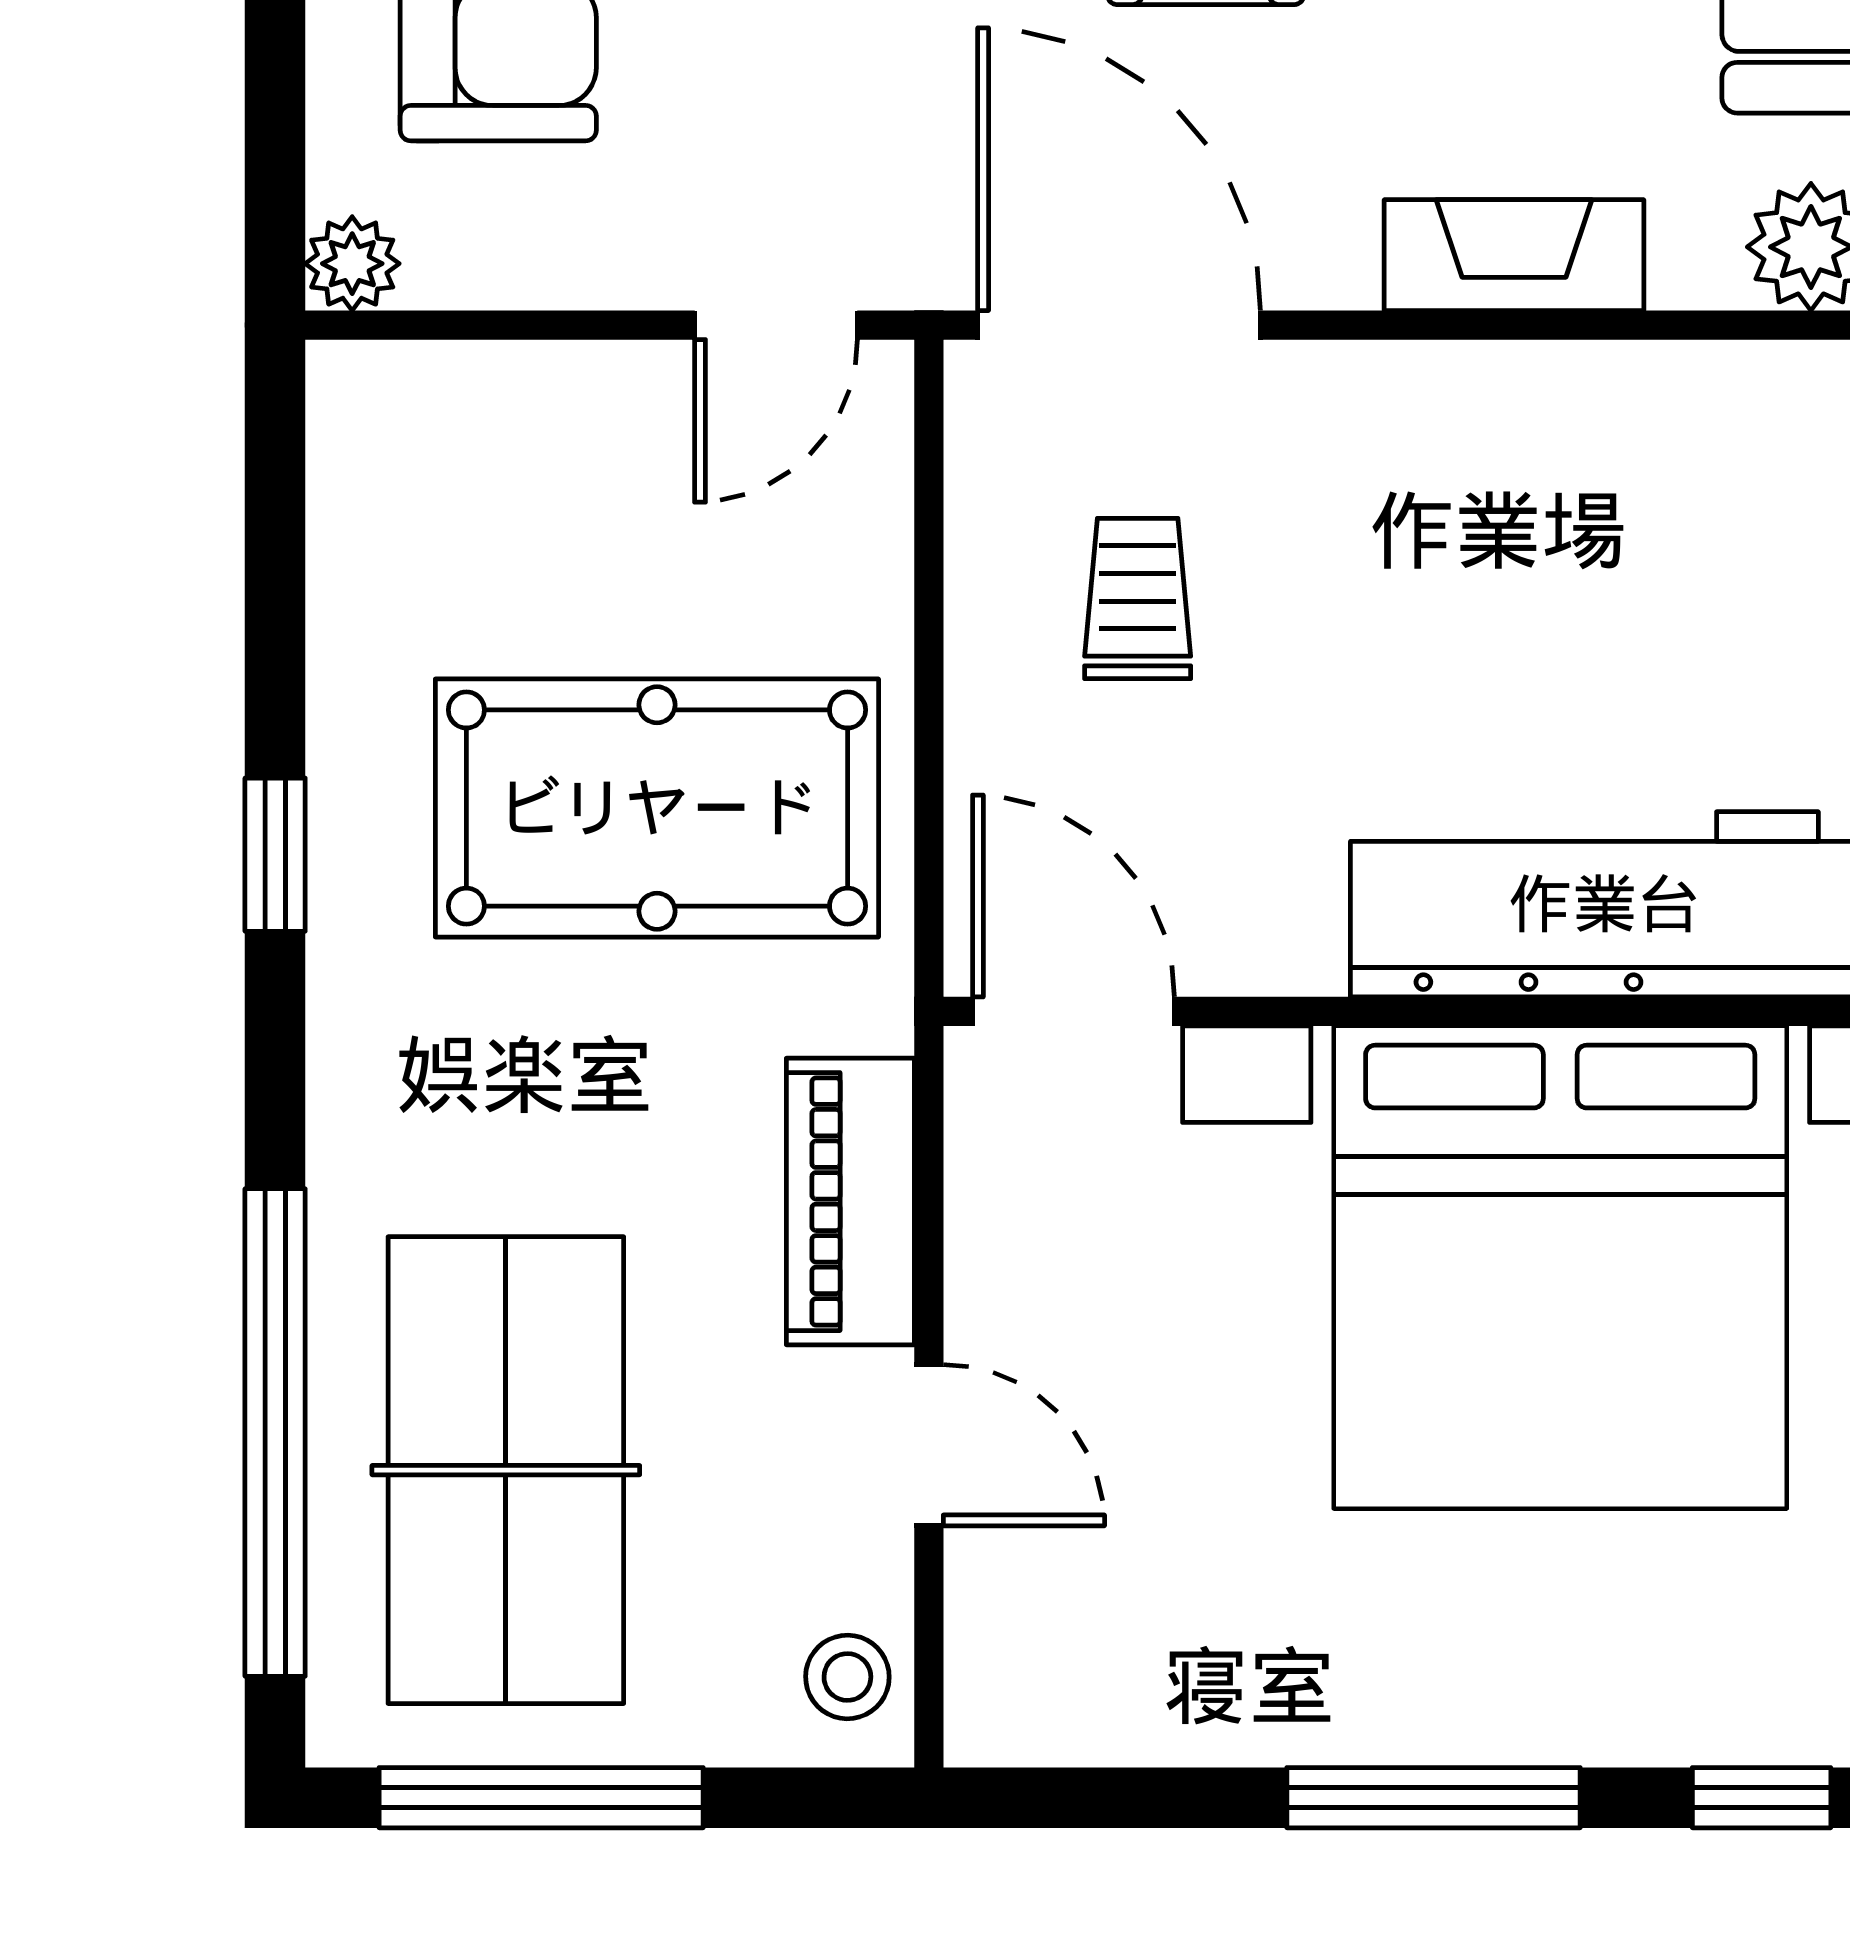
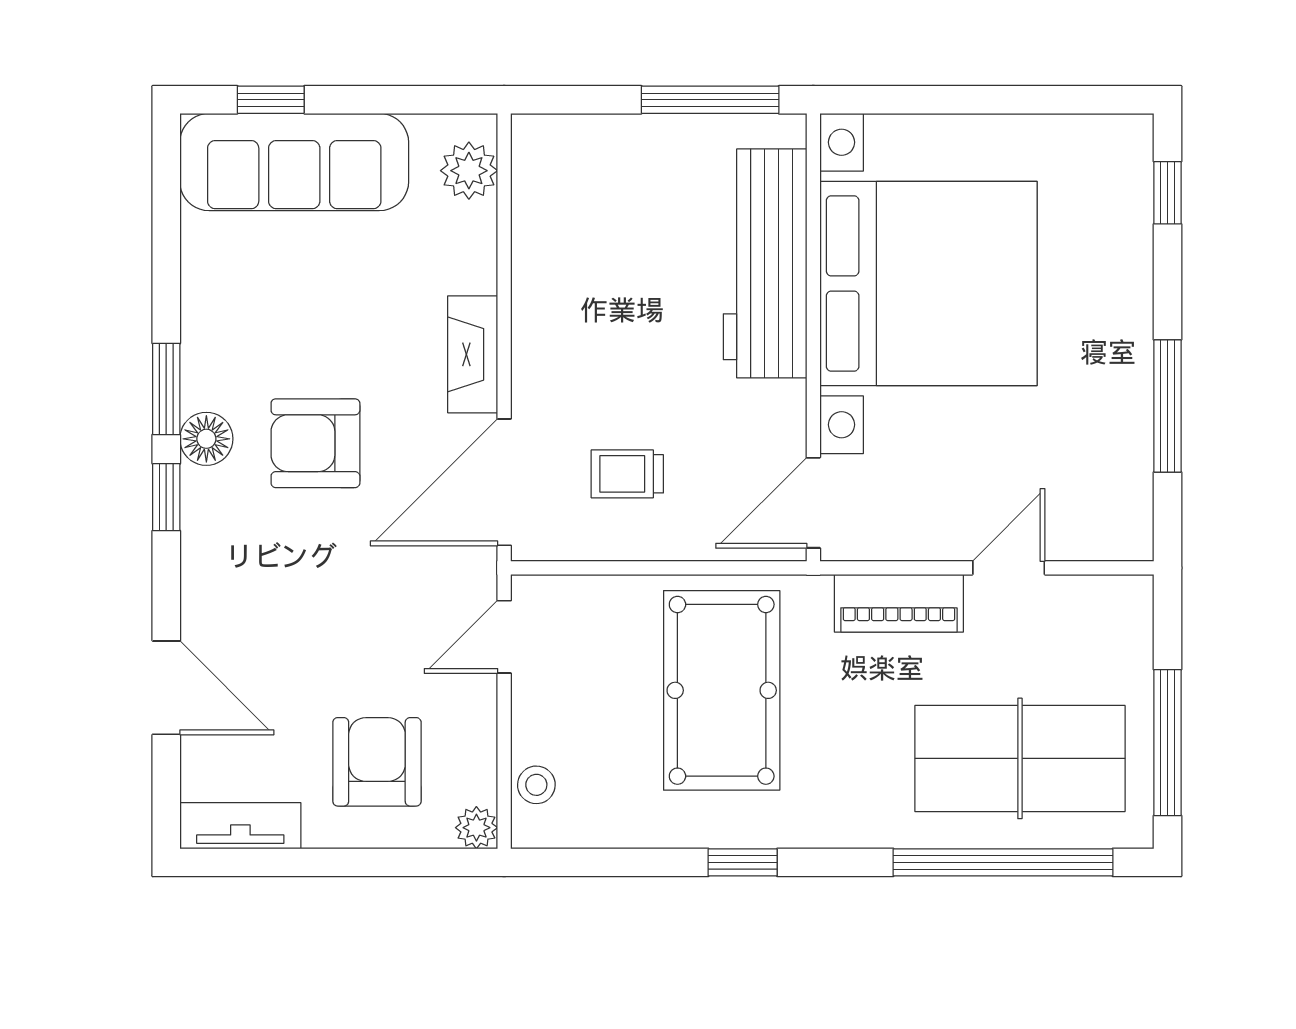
fireplace: (1514, 255) -> (473, 354), moved
door: (776, 325) -> (504, 637), swing flipped
stool: (847, 1677) -> (536, 785), moved
window: (1433, 1798) -> (1167, 406), moved

